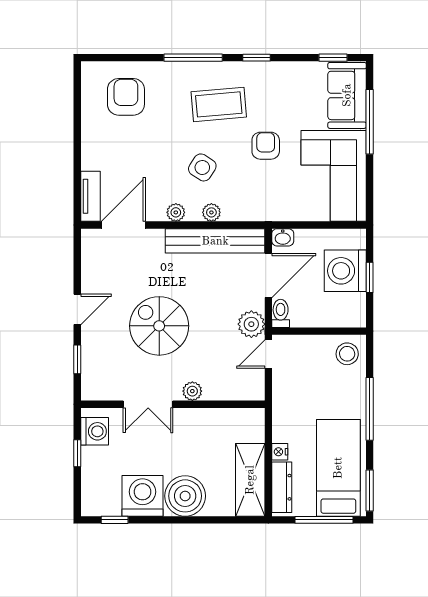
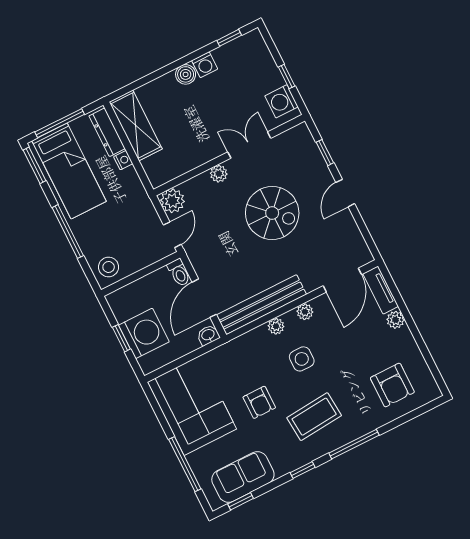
sofa: (347, 95) -> (243, 477), moved, turned -90
plant: (91, 159) -> (395, 320), added
side table: (202, 167) -> (302, 359), turned -33
plant: (251, 324) -> (172, 201), moved
washing machine: (143, 496) -> (205, 65), width x0.53, depth x0.53
boiler: (185, 496) -> (186, 74), width x0.54, depth x0.54

